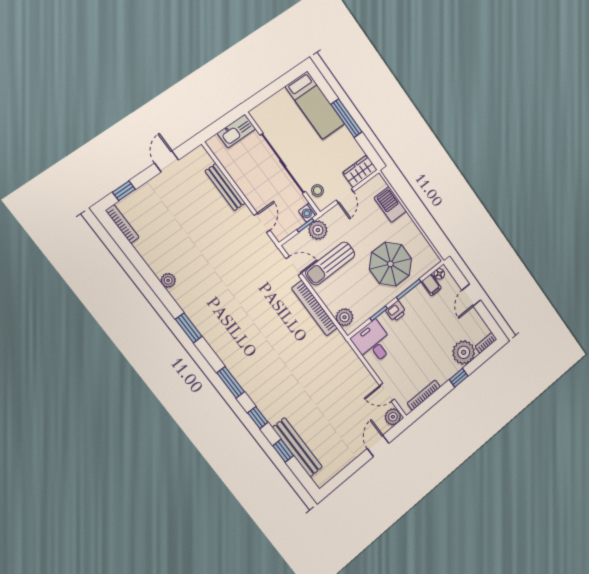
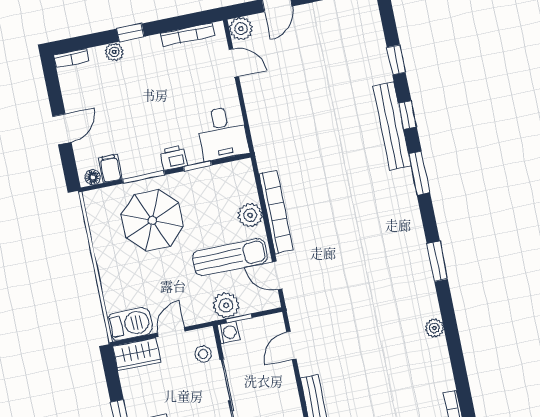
barbecue: (390, 204) -> (130, 324), moved, turned -90
plant: (344, 317) -> (250, 215), moved
plant: (464, 352) -> (114, 52), width x0.53, depth x0.53
bench: (297, 447) -> (392, 126), moved

